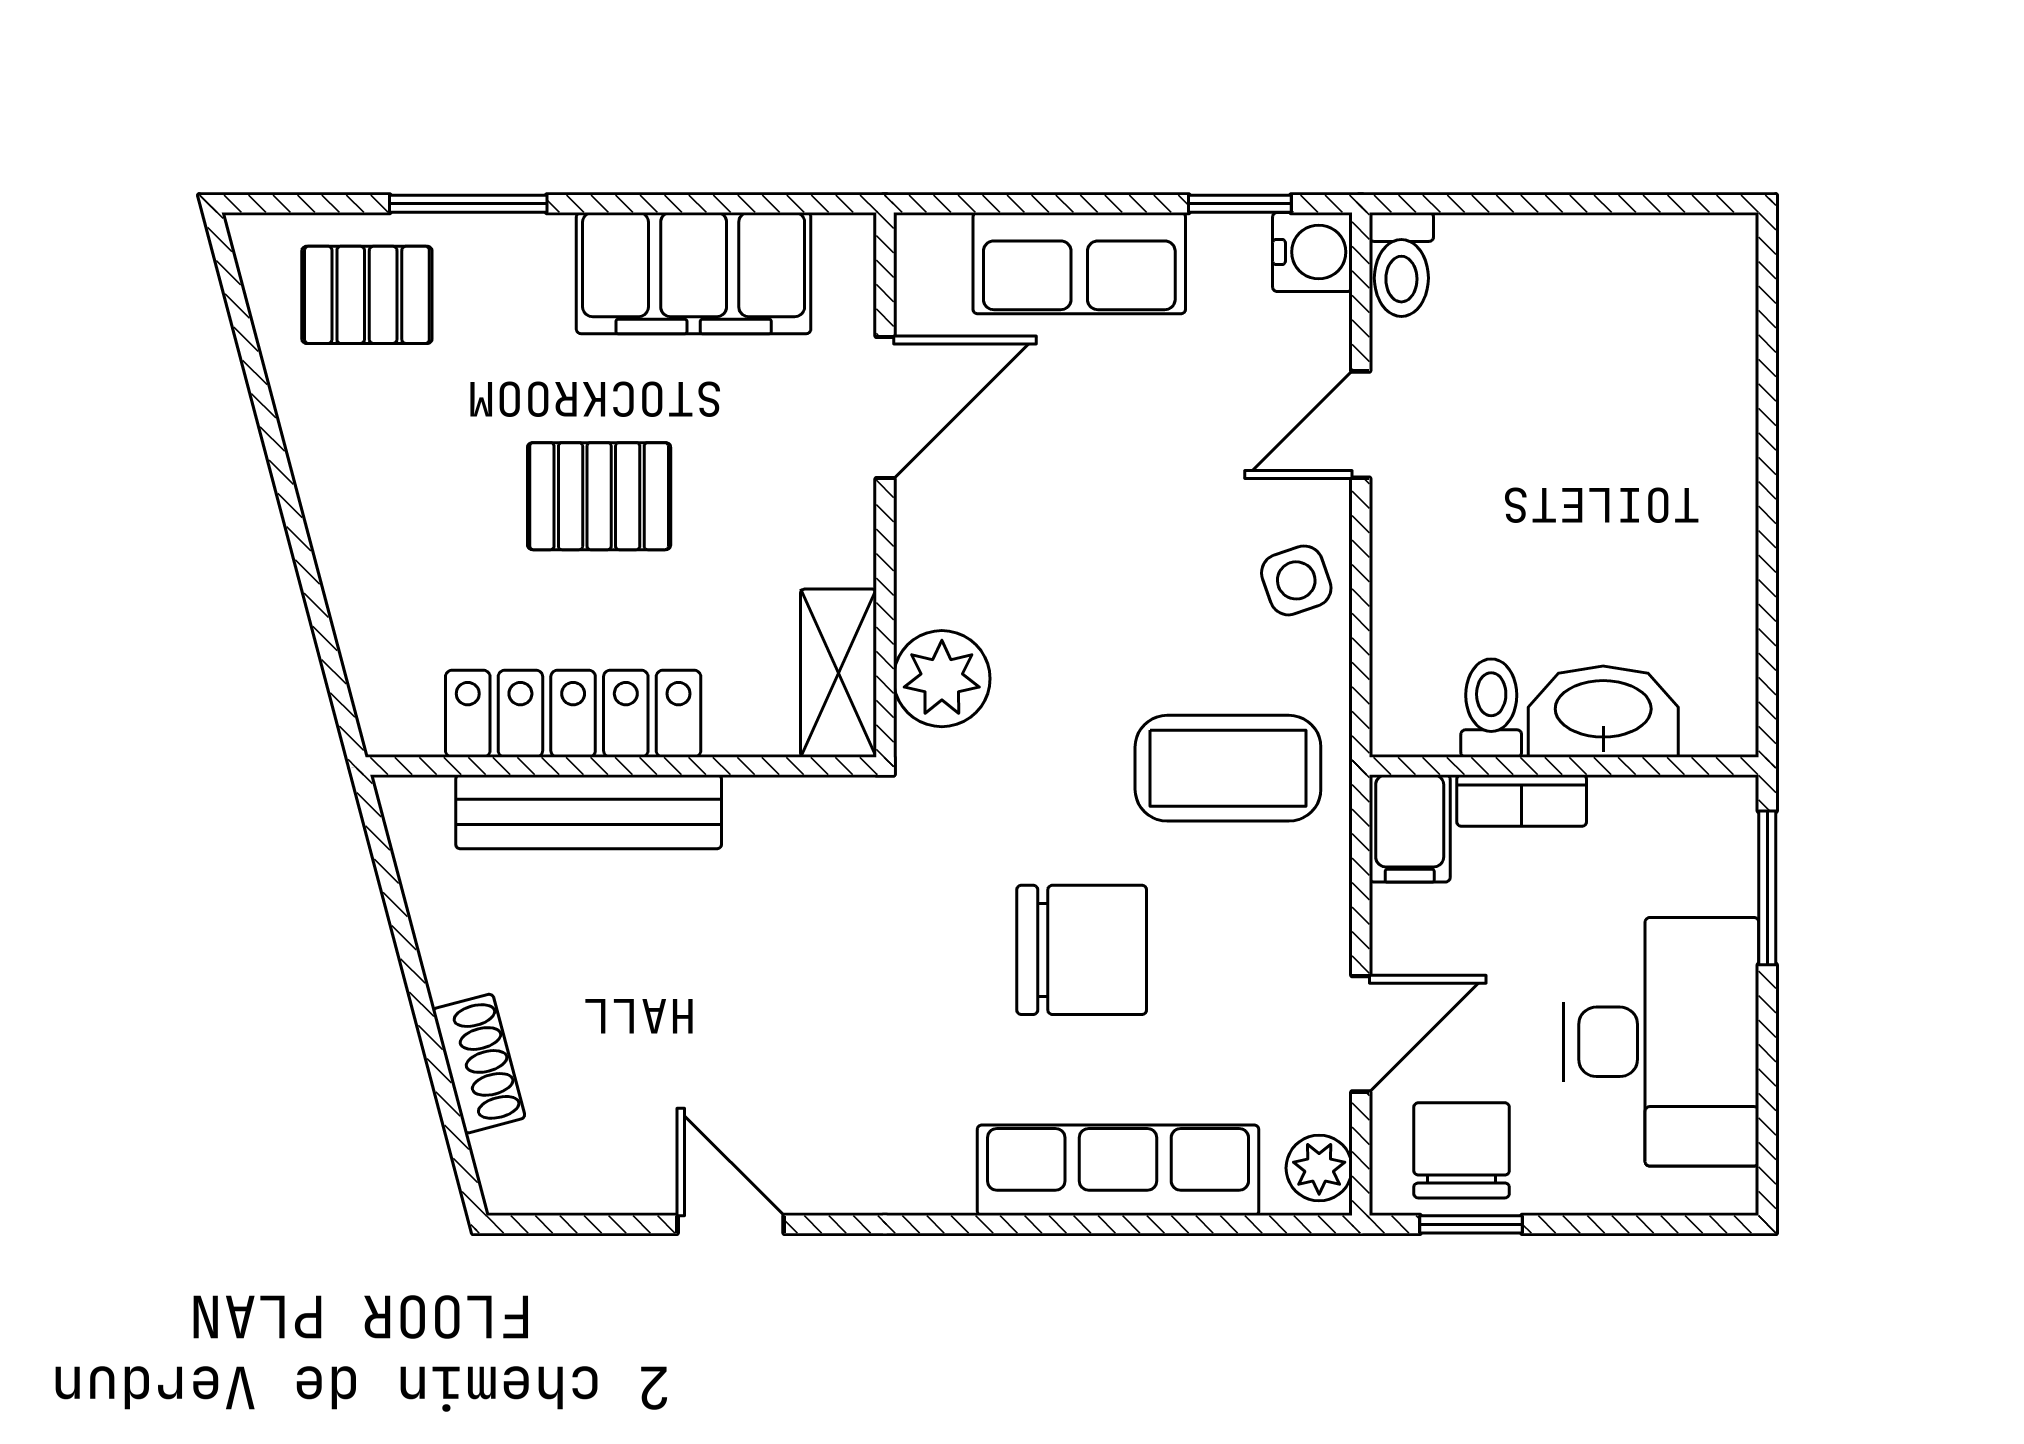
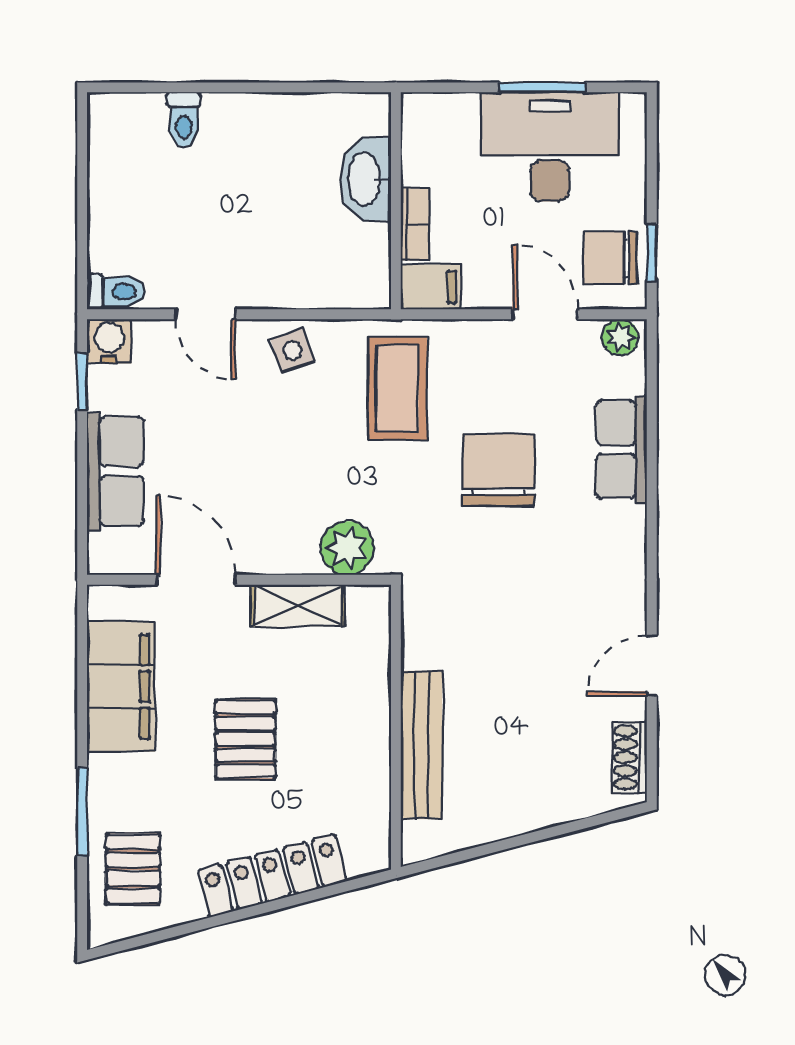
shelving: (838, 673) -> (298, 606), moved
toilet: (1491, 708) -> (184, 120), moved, turned -90
locker: (573, 714) -> (272, 876), moved, turned 75
window: (1767, 888) -> (542, 87), moved
shoe rack: (479, 1064) -> (629, 757), moved, turned -75
row of seats: (1118, 1170) -> (622, 450), width x0.68

